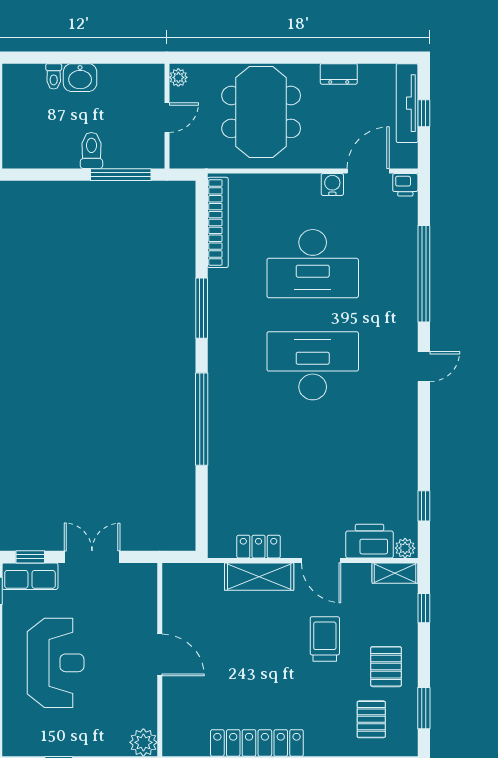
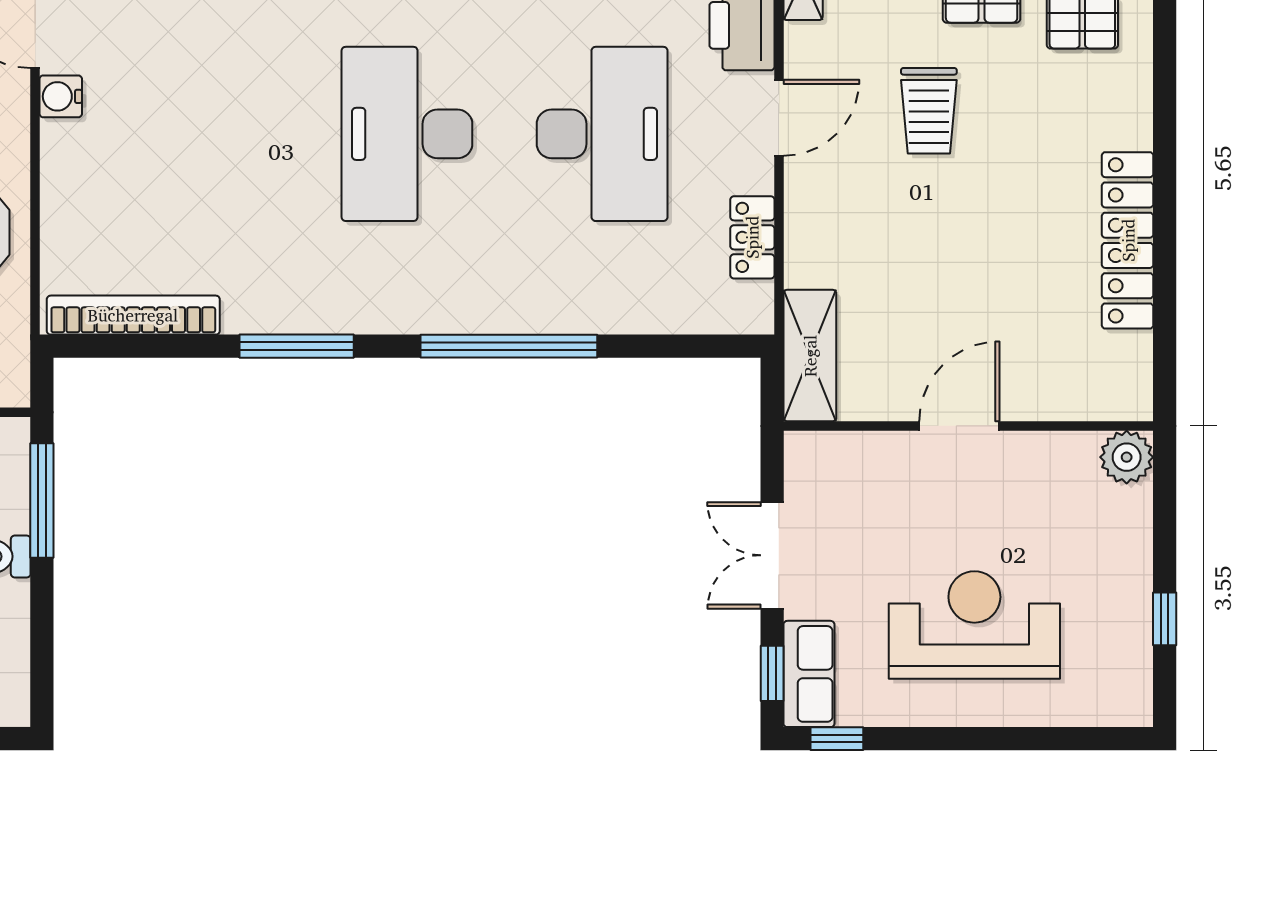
desk: (313, 264) -> (602, 134), moved
shelving: (259, 577) -> (810, 356), moved
trolley: (325, 639) -> (929, 111), turned -90

